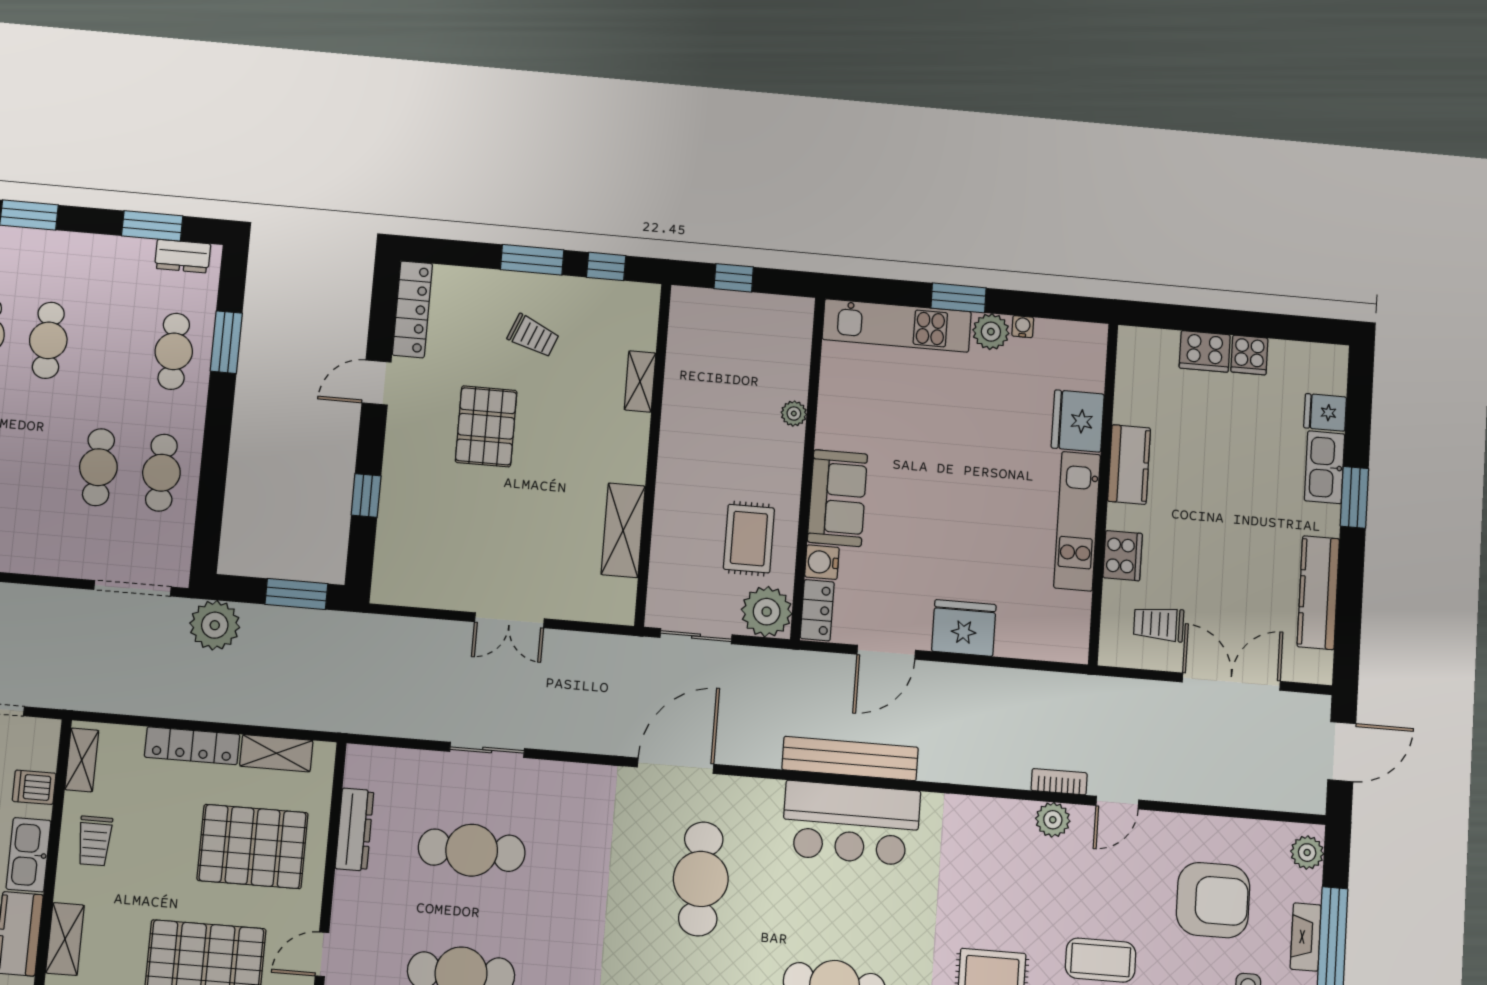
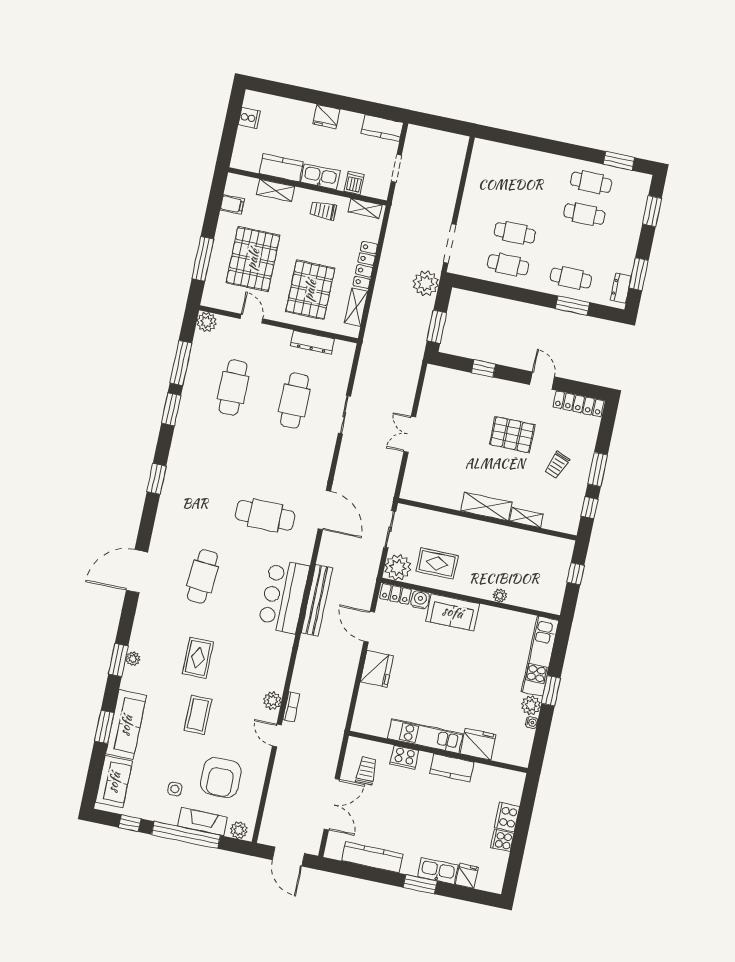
shelving: (623, 530) -> (486, 507), moved
fireplace: (1306, 937) -> (203, 822), width x1.37, depth x1.32

